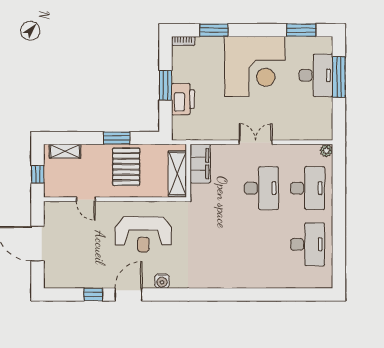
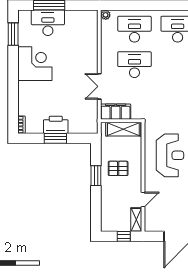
window: (214, 30) -> (13, 101), removed
corner desk: (255, 66) -> (35, 64), width x0.74, depth x0.74
printer: (183, 99) -> (56, 125), moved
double door: (256, 142) -> (99, 86), moved
shelving: (65, 151) -> (136, 220), moved
pallet: (126, 167) -> (118, 168), width x0.67, depth x0.71

